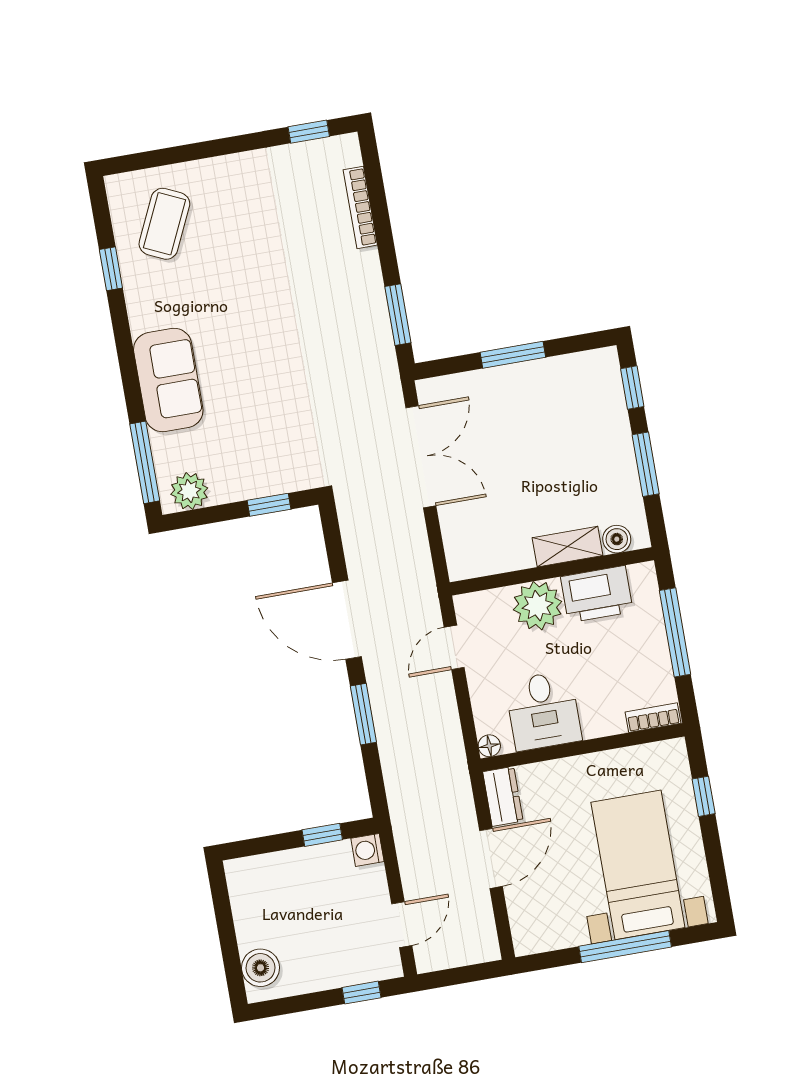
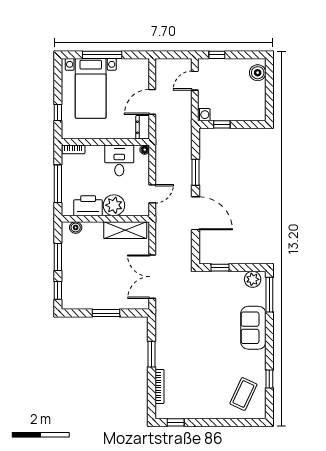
window: (398, 315) -> (152, 354), moved
shelving: (567, 547) -> (125, 230), moved, width x1.50, depth x1.33

